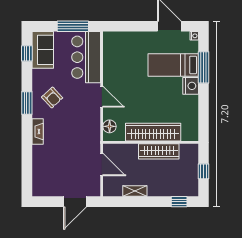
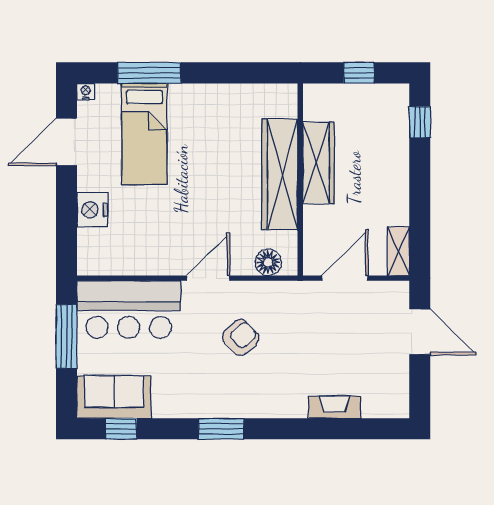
nightstand: (191, 86) -> (92, 210), moved, turned -90
armchair: (52, 98) -> (241, 338), moved
fireplace: (38, 132) -> (335, 407), moved
shelving: (135, 191) -> (399, 251), moved

